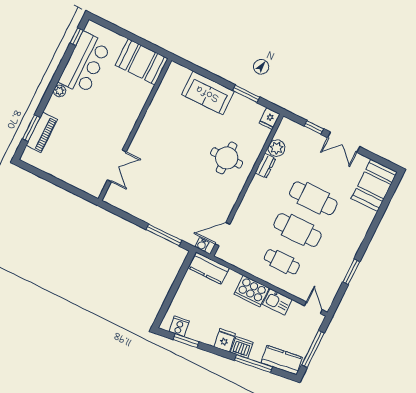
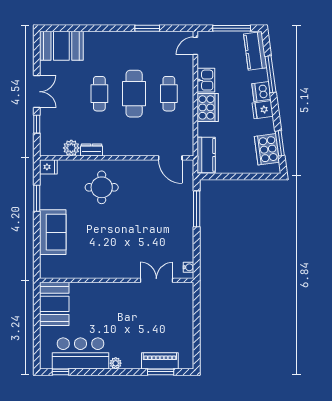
cafe table: (313, 198) -> (99, 94), width x0.73, depth x0.74
water cooler: (202, 245) -> (189, 267), moved
cooker: (179, 326) -> (267, 149), width x1.87, depth x1.31

